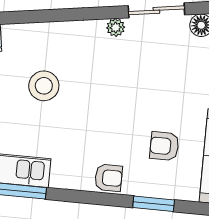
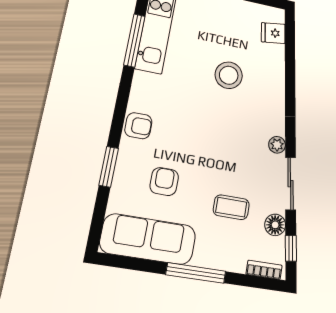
coffee table: (186, 74) -> (231, 207), added
armchair: (109, 178) -> (138, 126), turned -90

